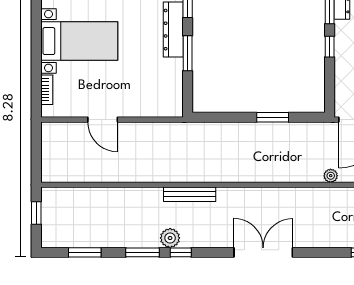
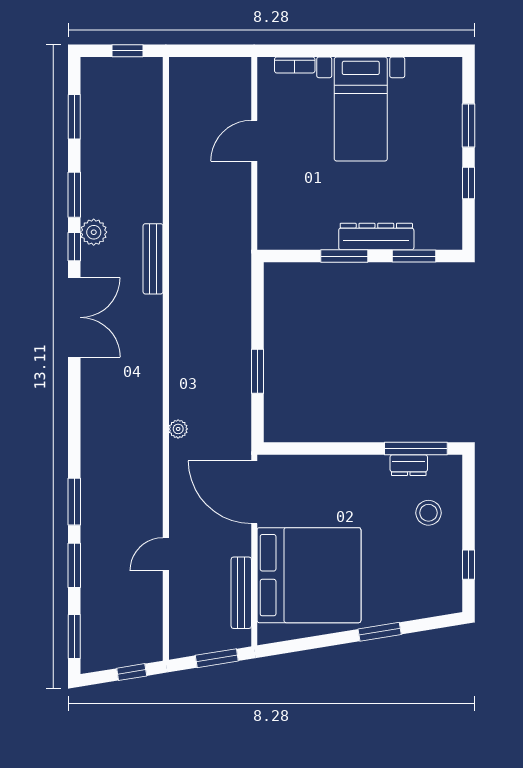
window: (330, 47) -> (353, 449), removed
plant: (331, 176) -> (178, 429), moved
double door: (263, 252) -> (74, 317), moved

